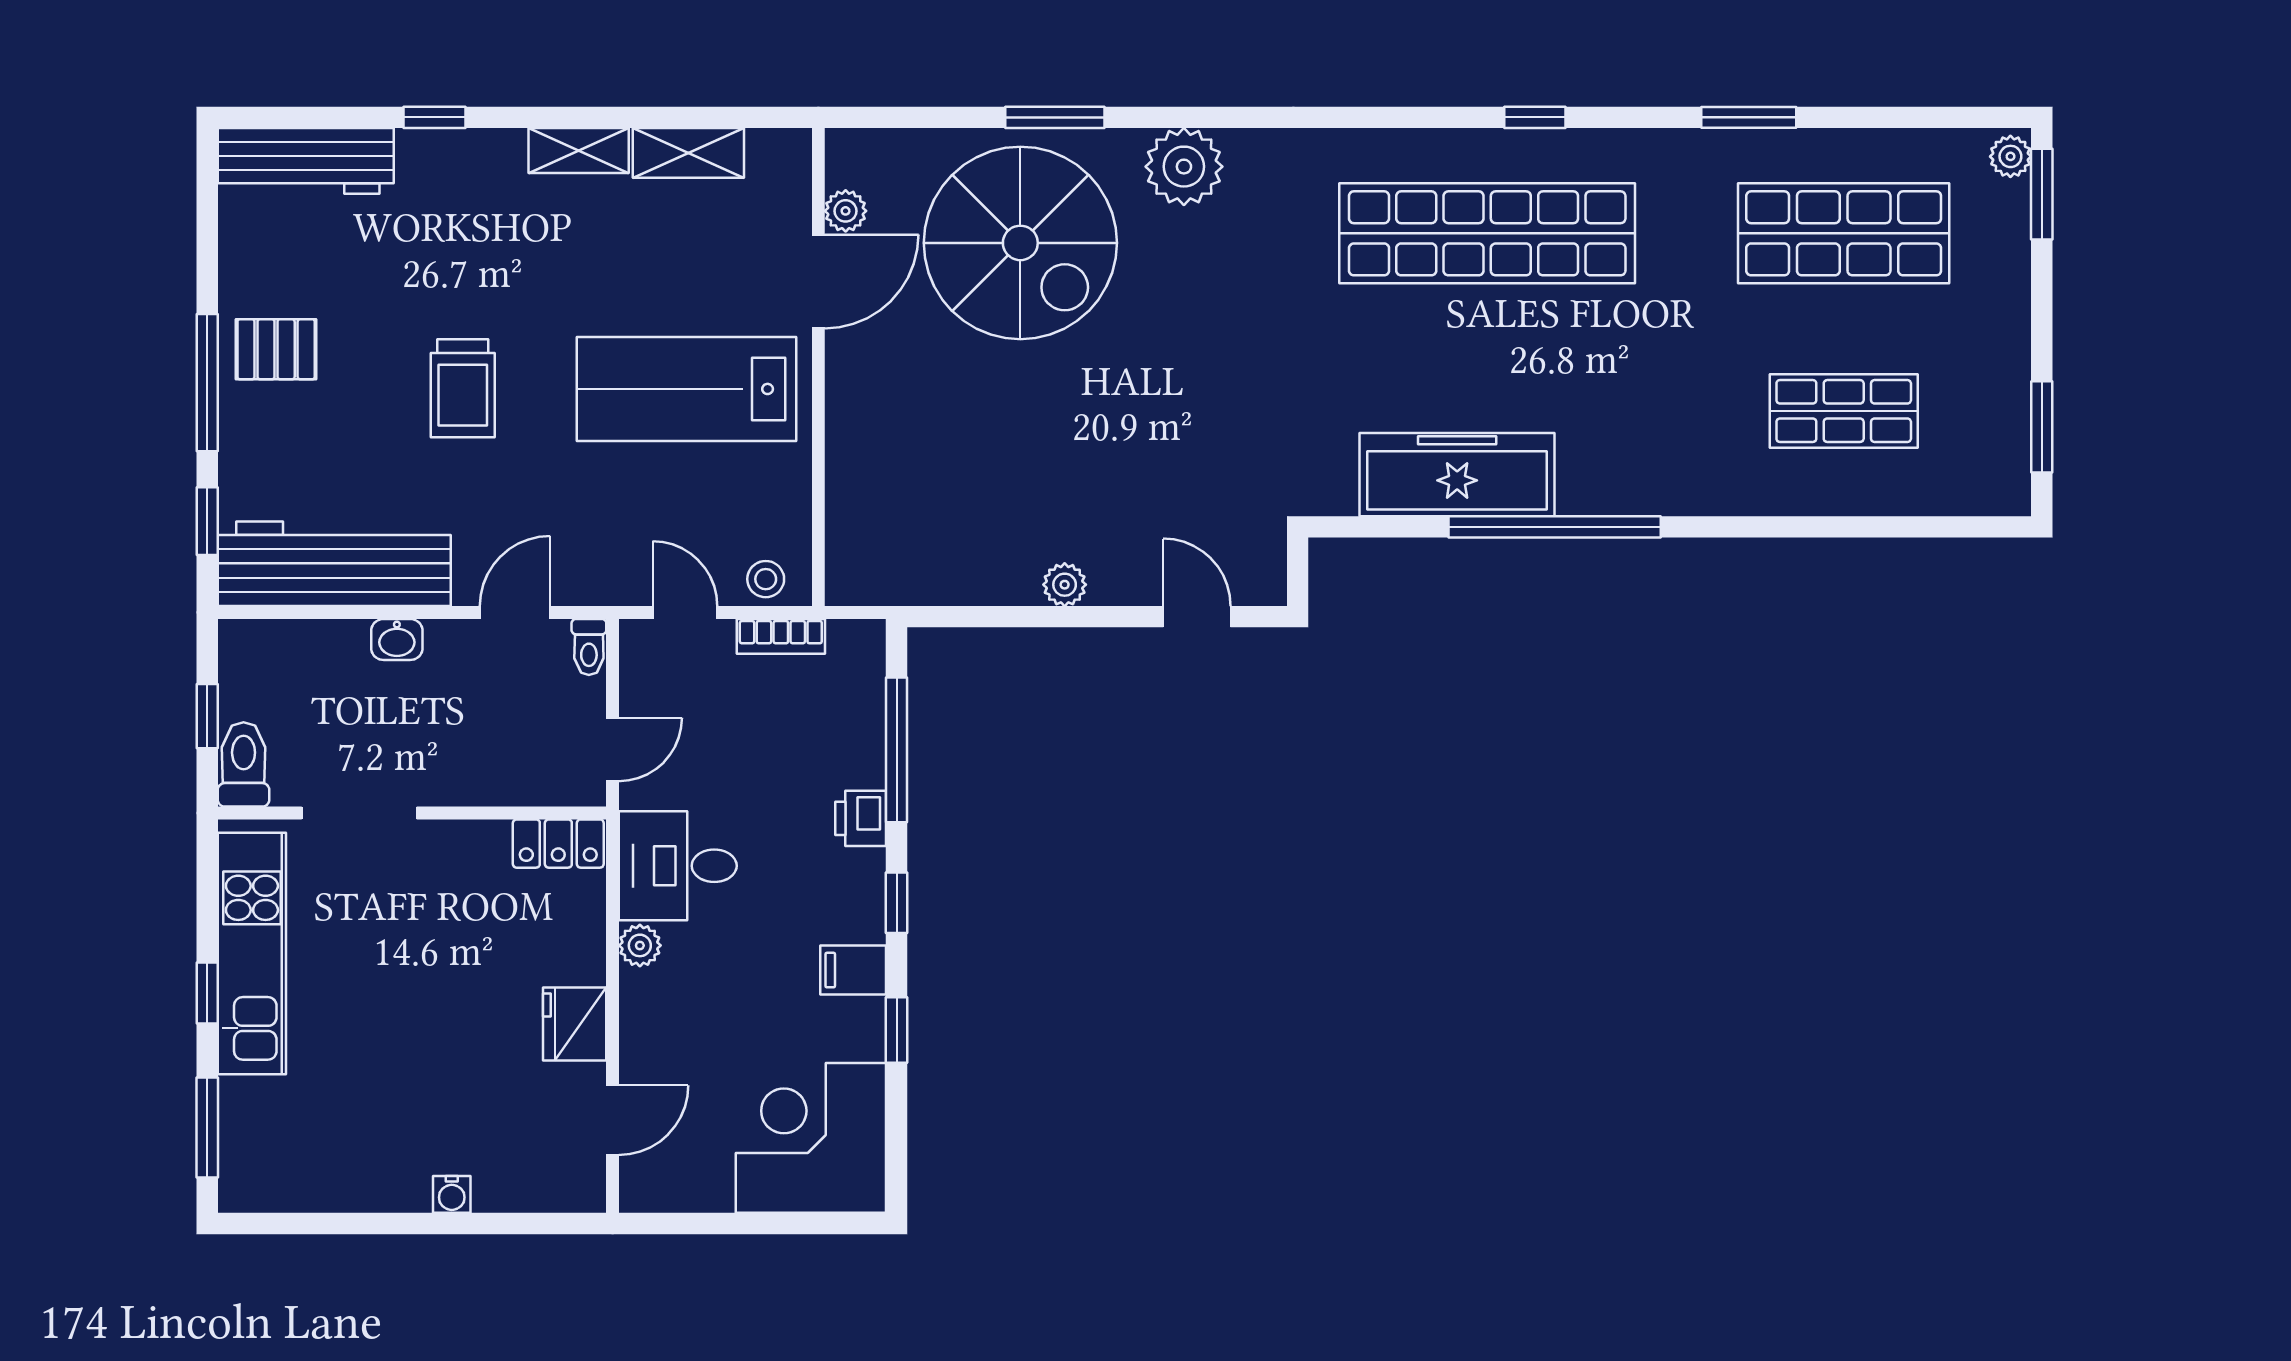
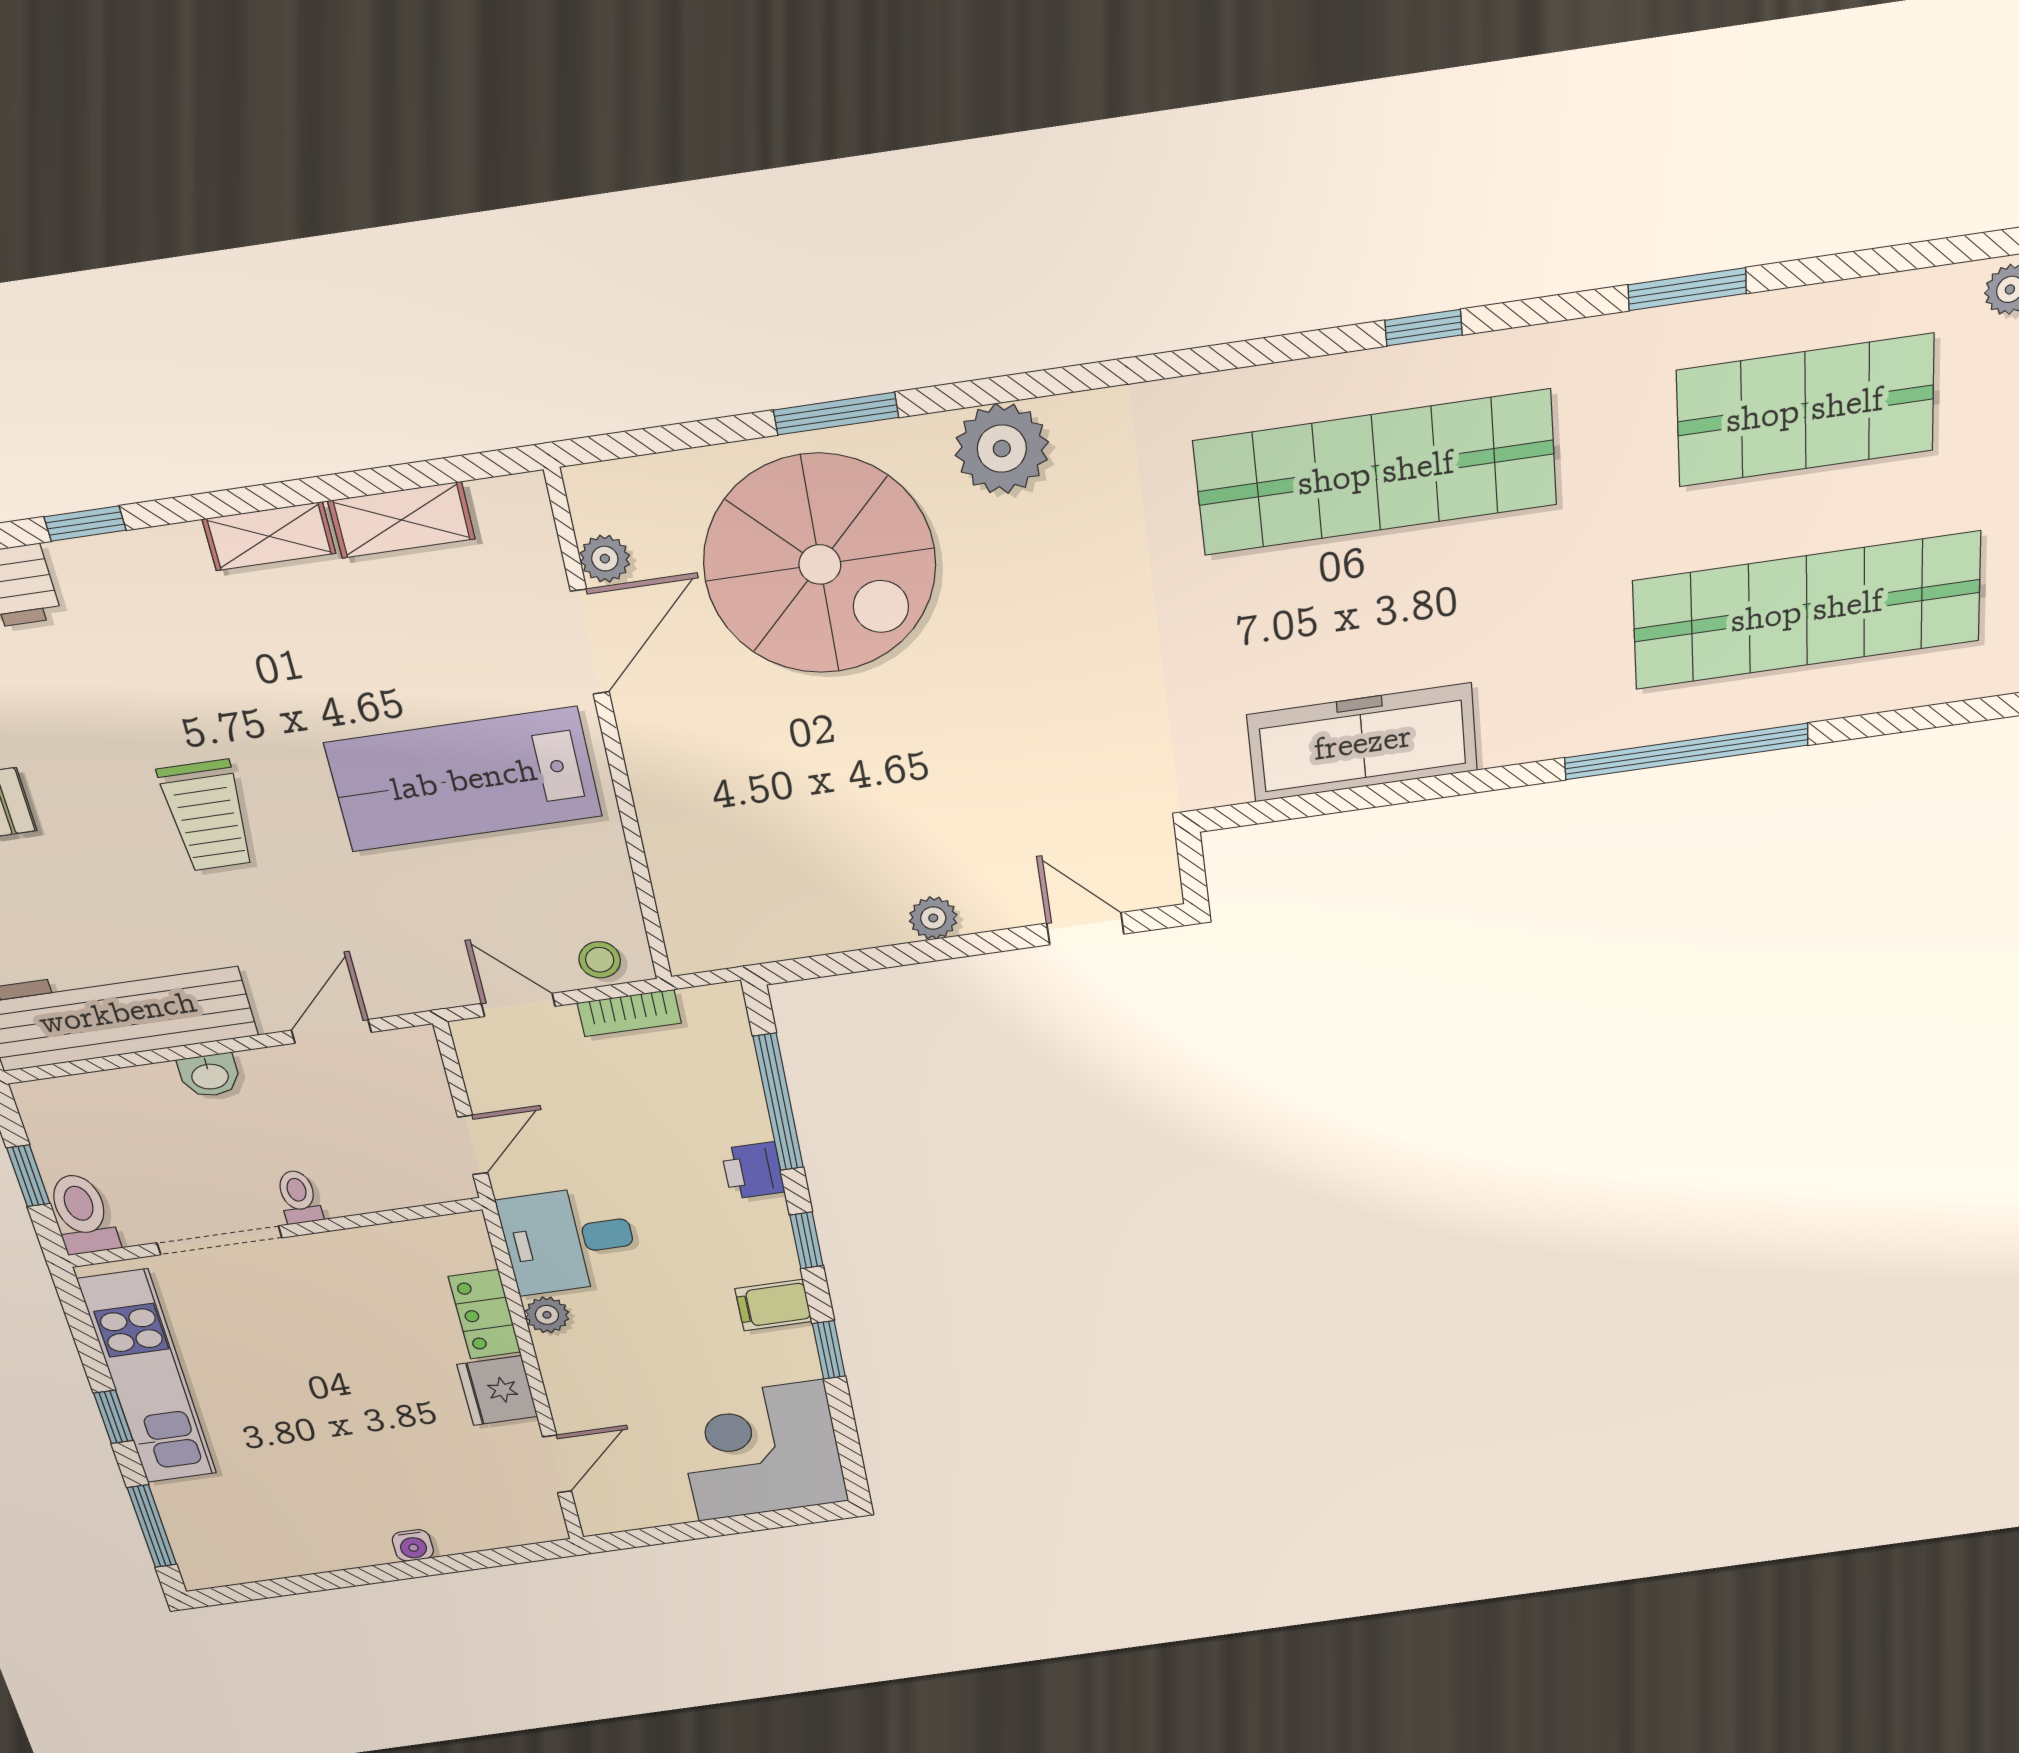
shop shelf: (1844, 411) -> (1807, 611), width x2.00, depth x1.36
window: (1555, 527) -> (1686, 752), moved
toilet: (589, 647) -> (299, 1197), moved, turned 180
locker: (558, 844) -> (485, 1314), moved, turned 90

